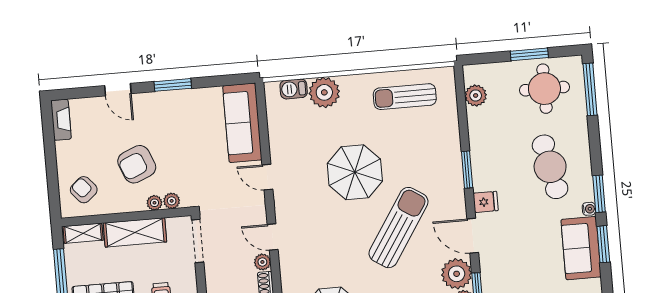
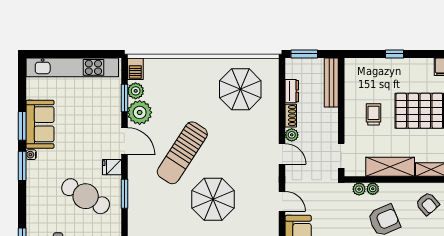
cafe table: (550, 167) -> (86, 196), moved, turned -48
doorway: (198, 241) -> (341, 156), width x0.73

